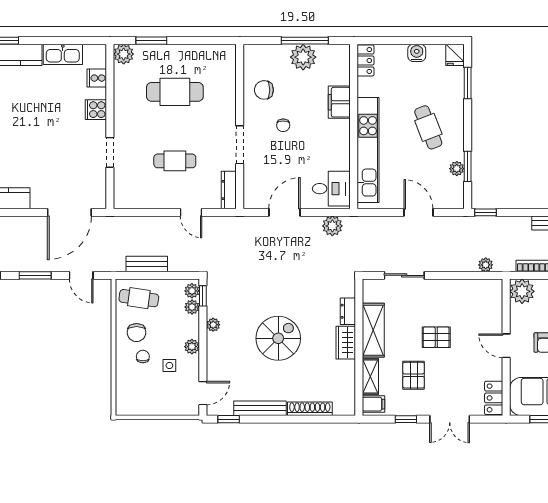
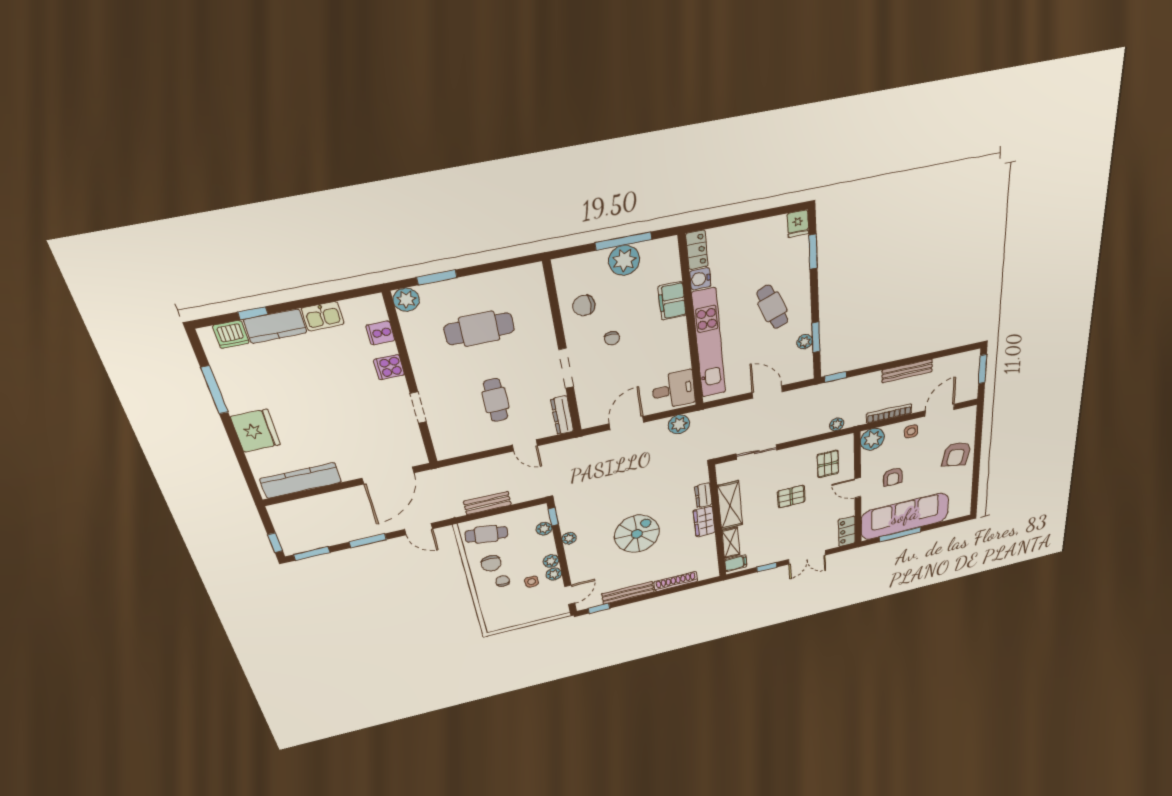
water cooler: (417, 53) -> (700, 279), moved, turned -90
kitchen sink: (63, 54) -> (323, 316), width x0.73
cafe table: (175, 161) -> (496, 400), turned 90
plant: (192, 291) -> (554, 574), moved
pallet: (414, 375) -> (828, 464), moved

